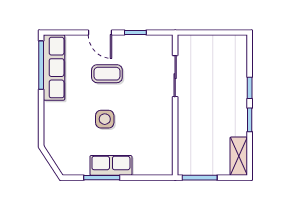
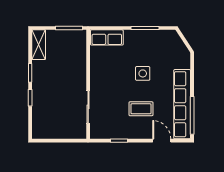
door: (100, 33) -> (162, 141), moved
row of seats: (54, 68) -> (182, 104), width x1.36
row of seats: (111, 165) -> (107, 37), moved

